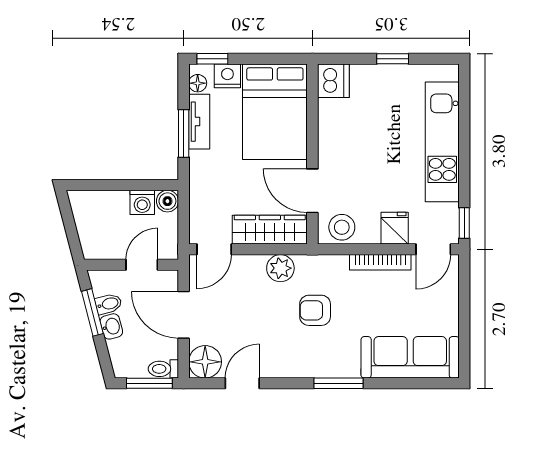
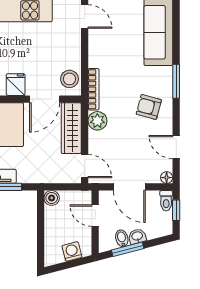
washing machine: (142, 202) -> (72, 251), moved, turned -105
fridge: (395, 228) -> (16, 85), moved, turned 90
bookcase: (380, 262) -> (93, 89), moved
armchair: (315, 310) -> (149, 107), moved, turned 105
door: (184, 315) -> (129, 187), hinge flipped
floor lamp: (205, 362) -> (167, 178), width x0.53, depth x0.53
window: (149, 383) -> (176, 210), width x0.67

